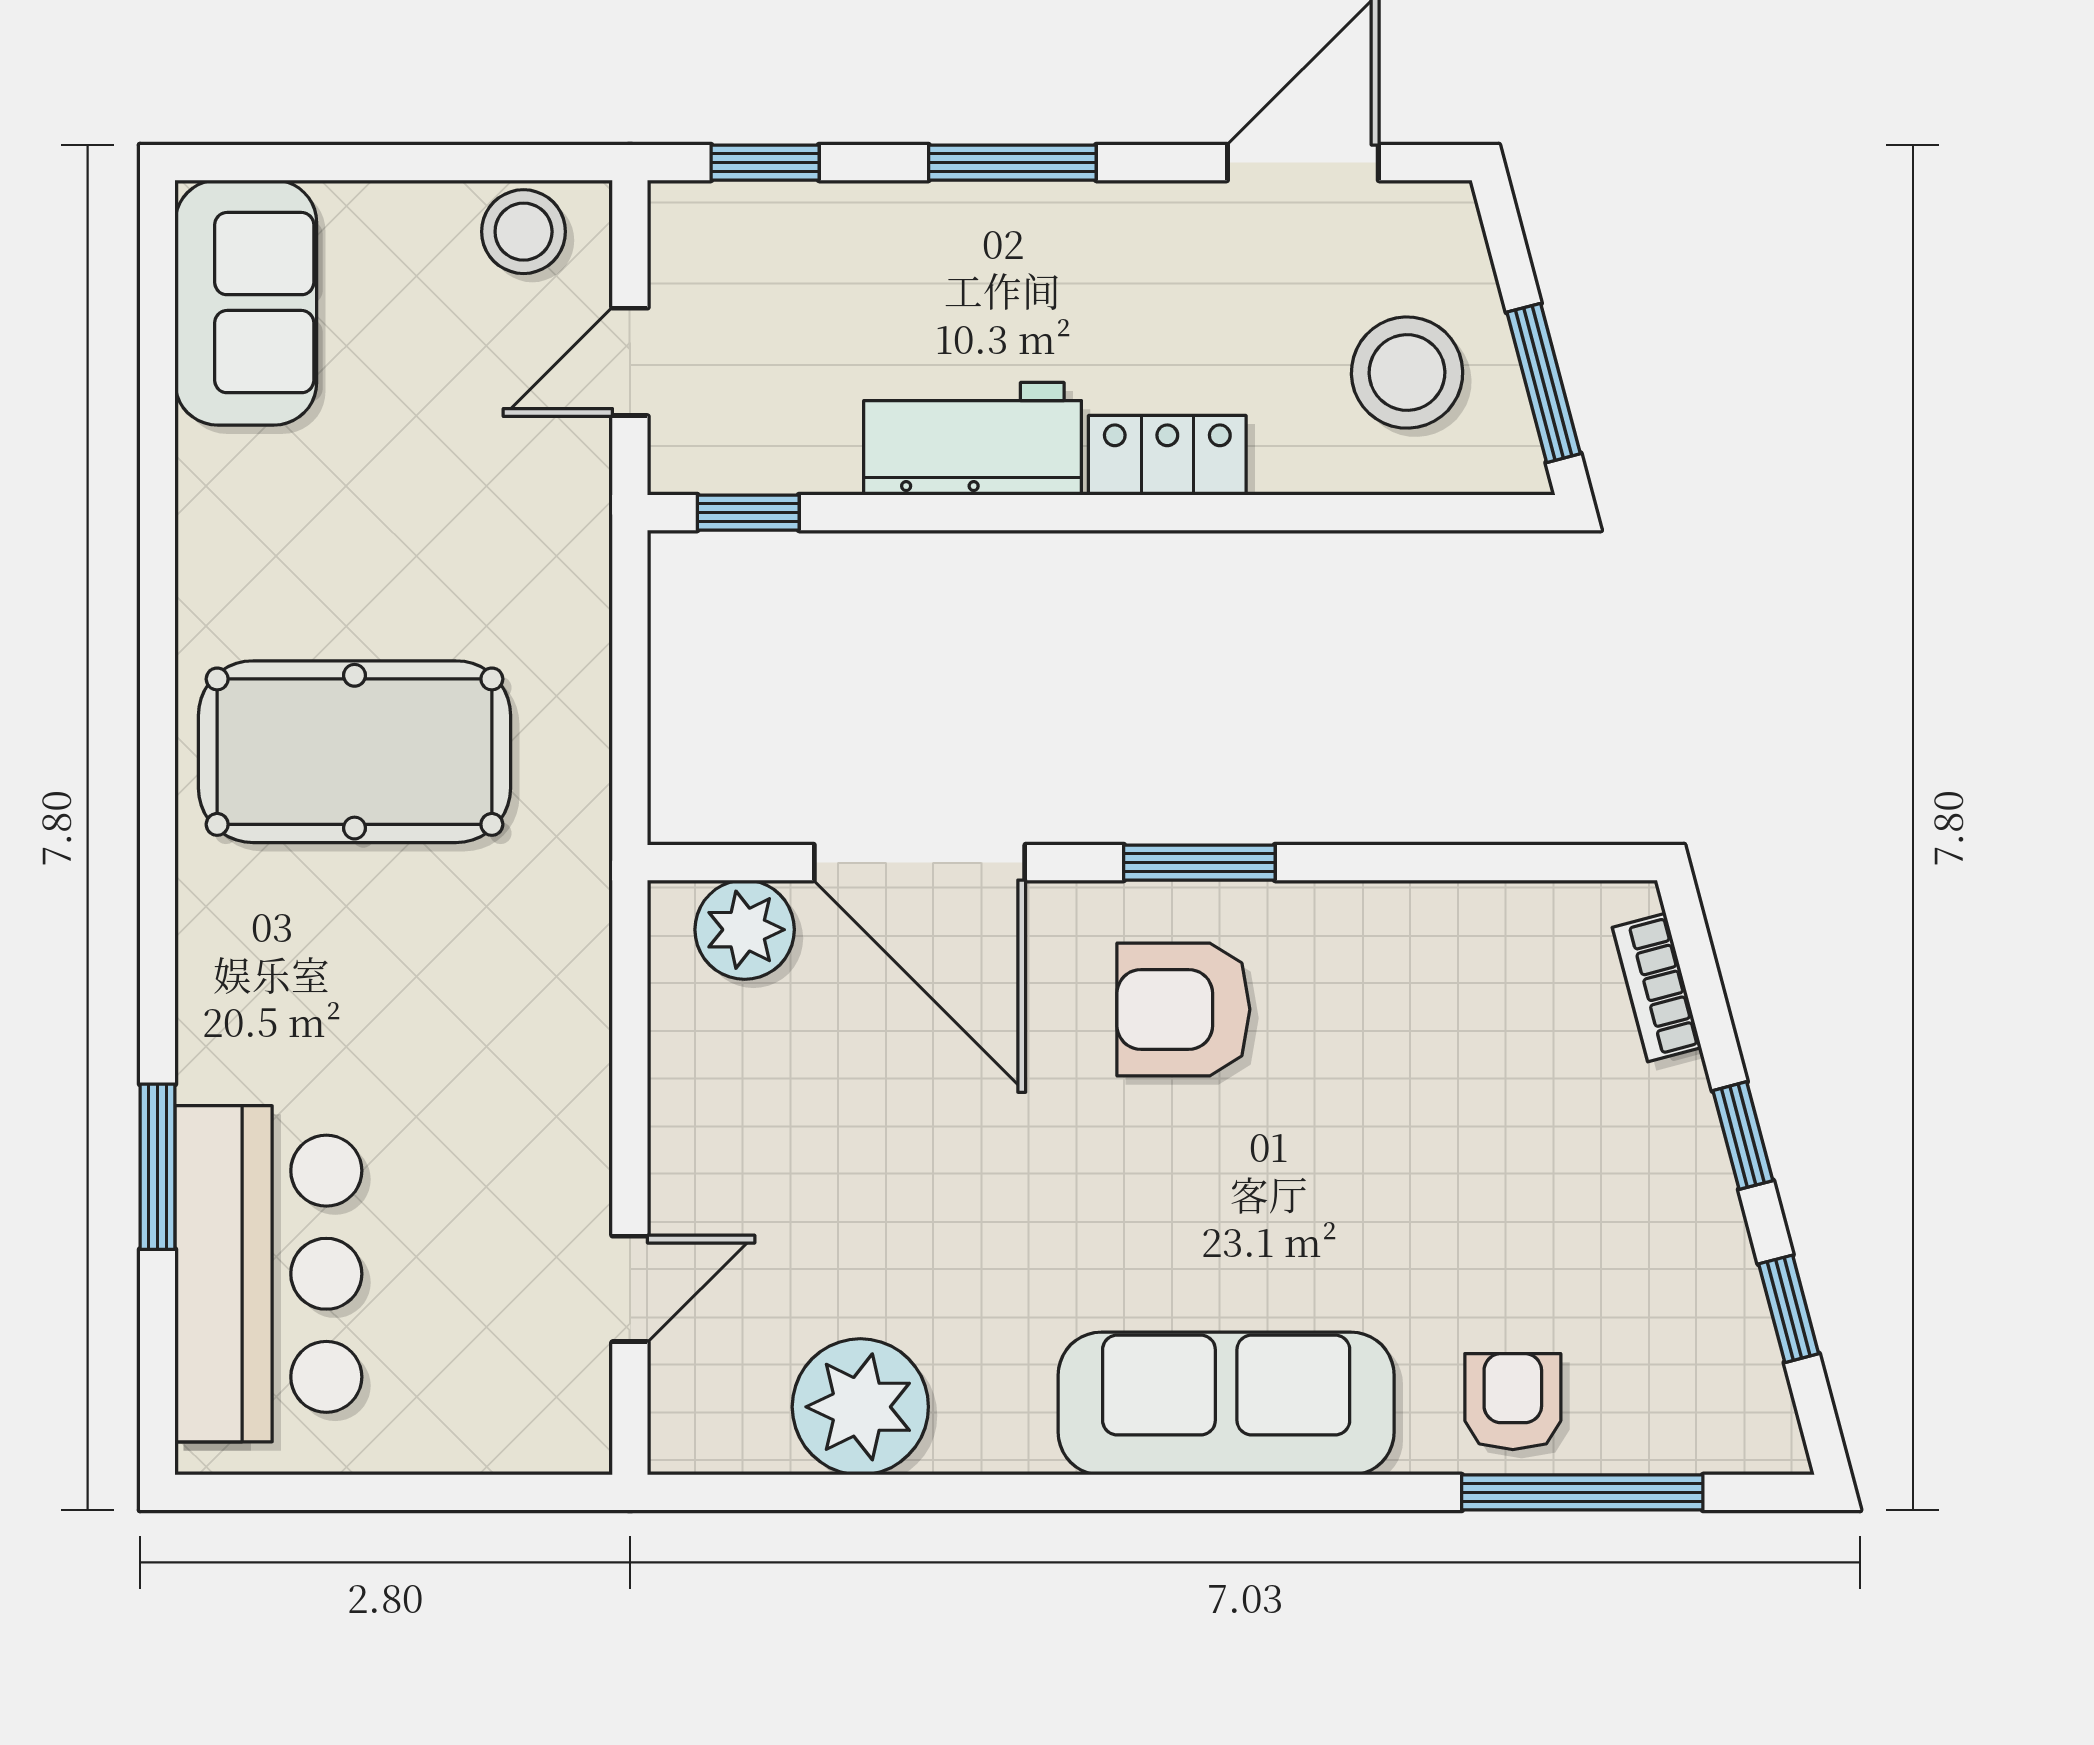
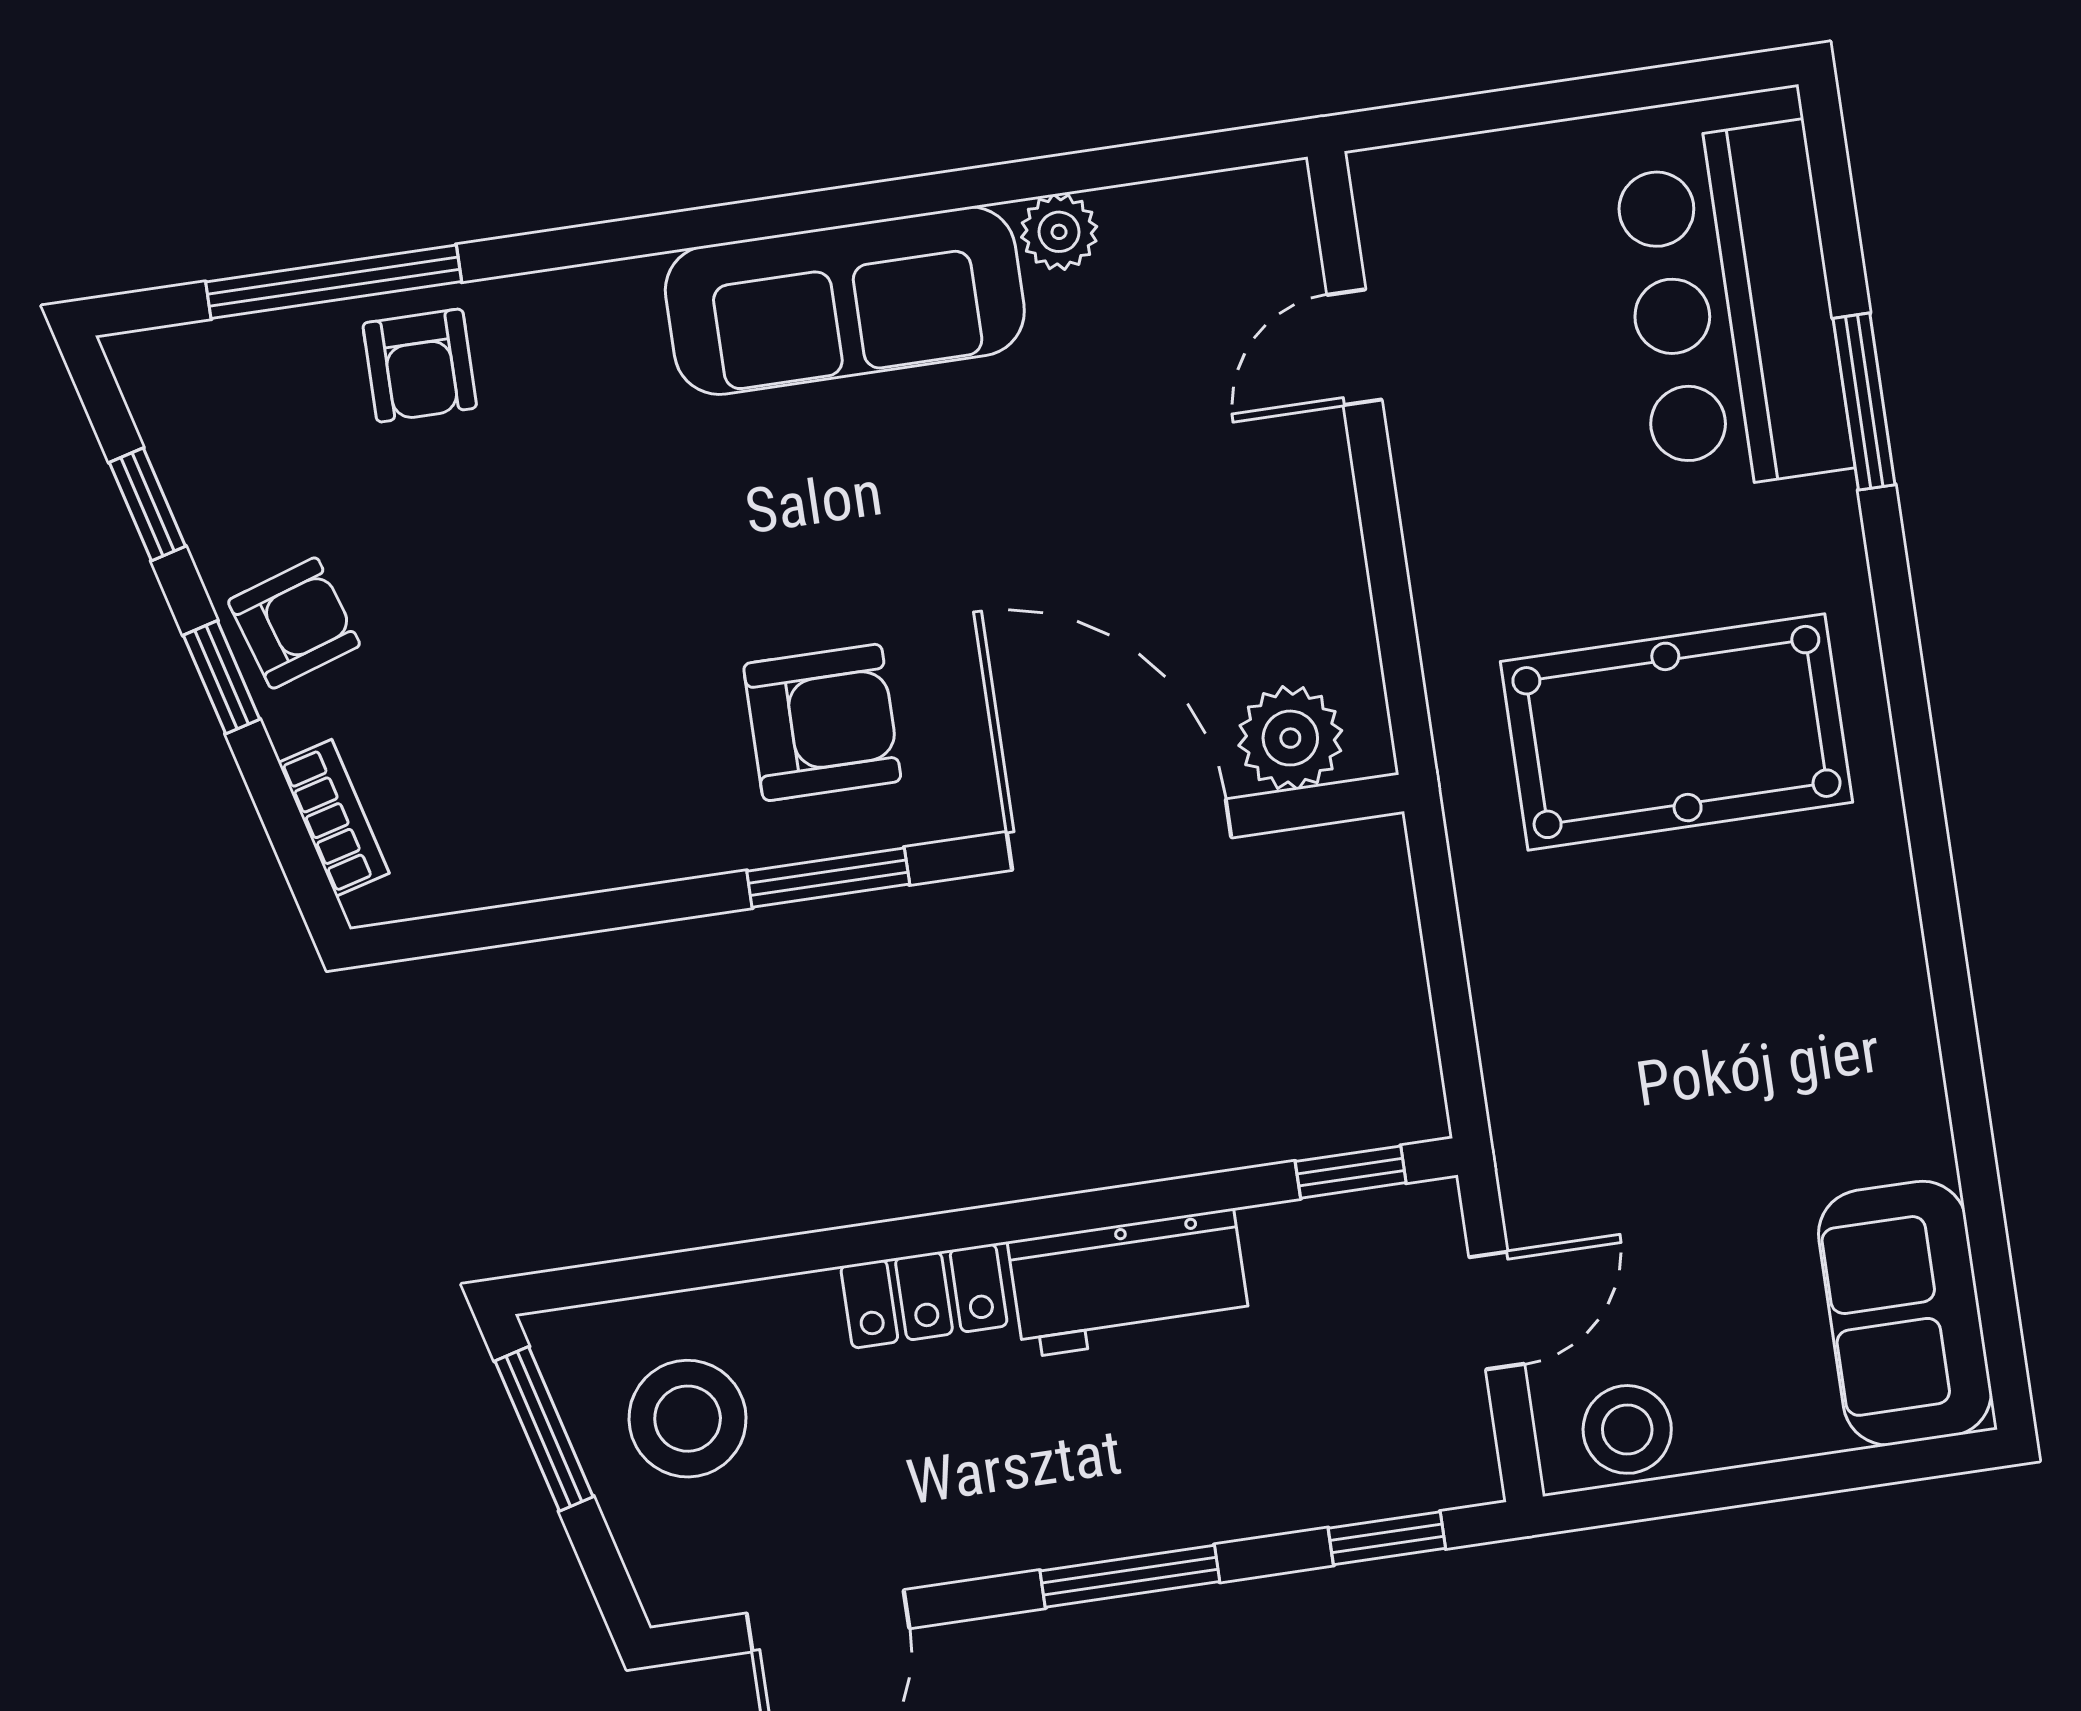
pool table: (355, 752) -> (1676, 732), moved
armchair: (1667, 1177) -> (294, 623), added
sofa: (1226, 1404) -> (845, 301), moved
plant: (860, 1407) -> (1059, 232), width x0.53, depth x0.53

